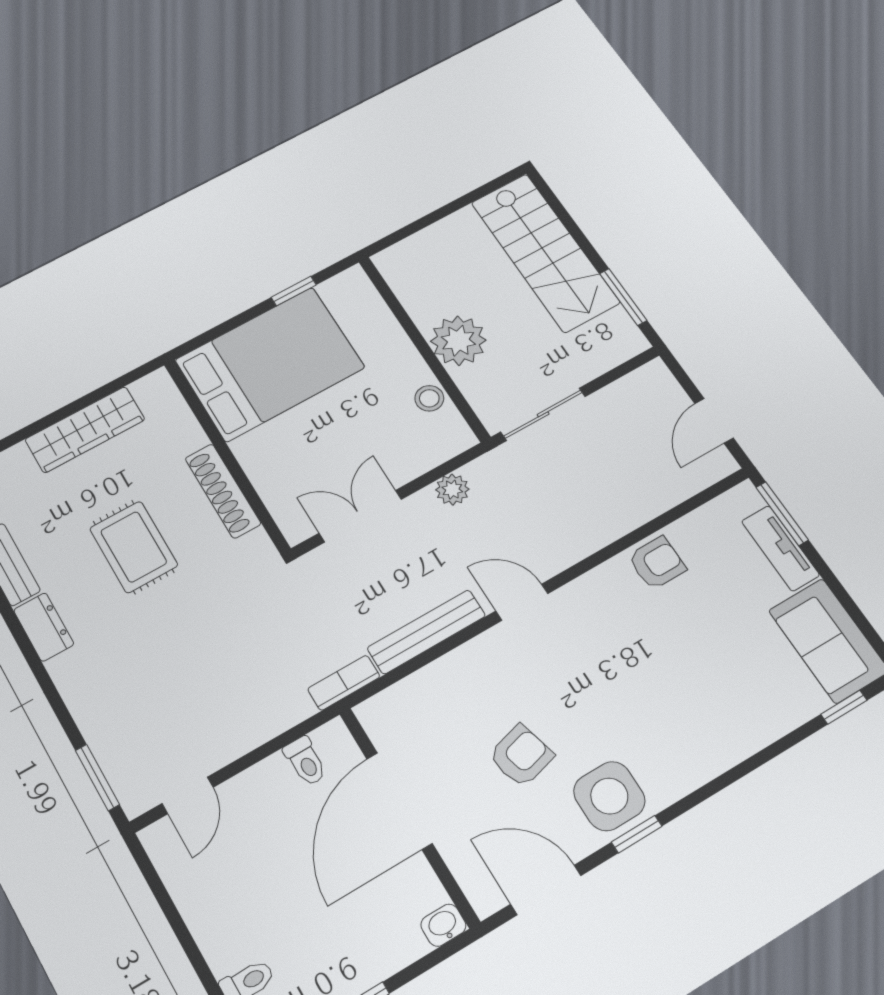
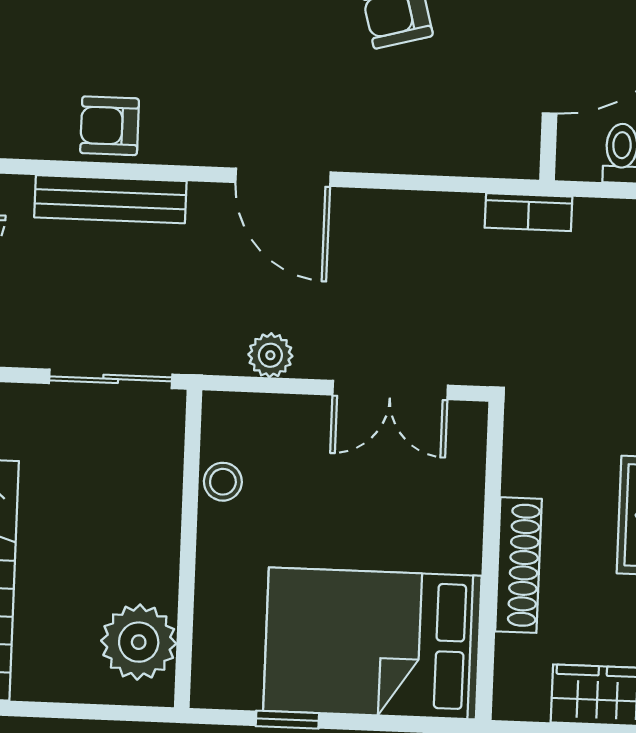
plant: (458, 341) -> (139, 642), moved
shoe rack: (223, 491) -> (518, 565), moved
door: (522, 602) -> (283, 177), width x1.38
bench: (426, 632) -> (110, 199), moved

